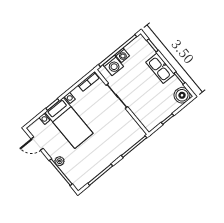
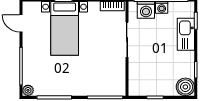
kitchen sink: (160, 68) -> (186, 34), moved
plant: (59, 161) -> (28, 90), moved

